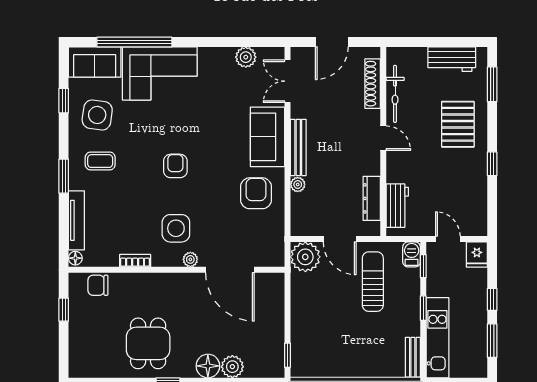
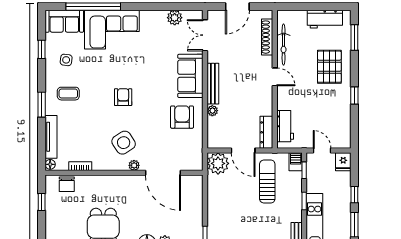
side table: (97, 115) -> (66, 60), width x0.54, depth x0.54
dresser: (372, 198) -> (266, 132), moved
side table: (176, 228) -> (124, 143), turned -33
bookcase: (135, 261) -> (80, 166), moved
chair: (98, 285) -> (67, 184), turned -90

